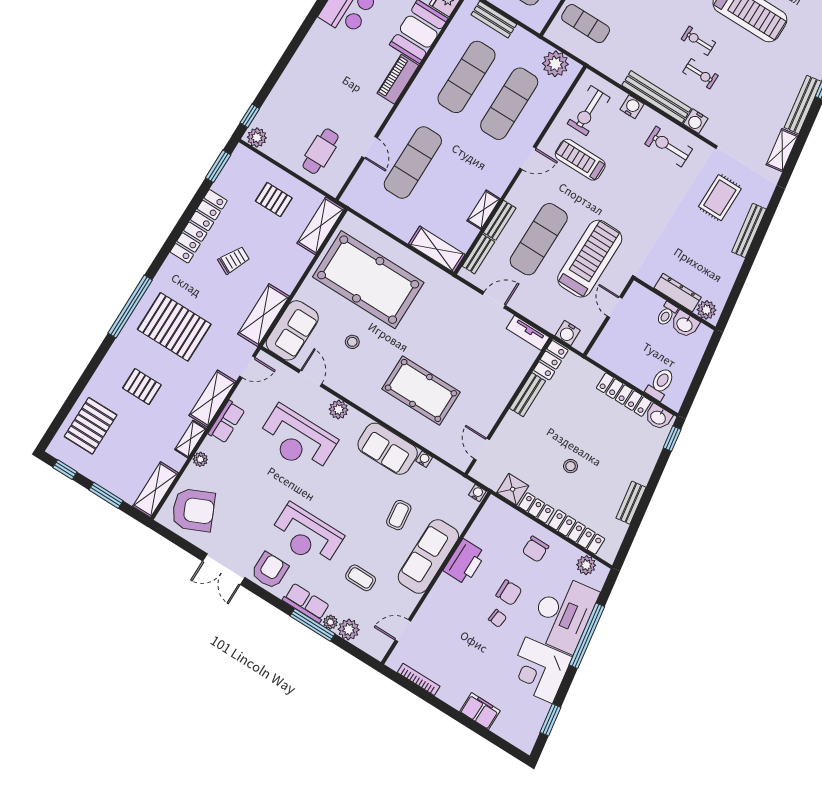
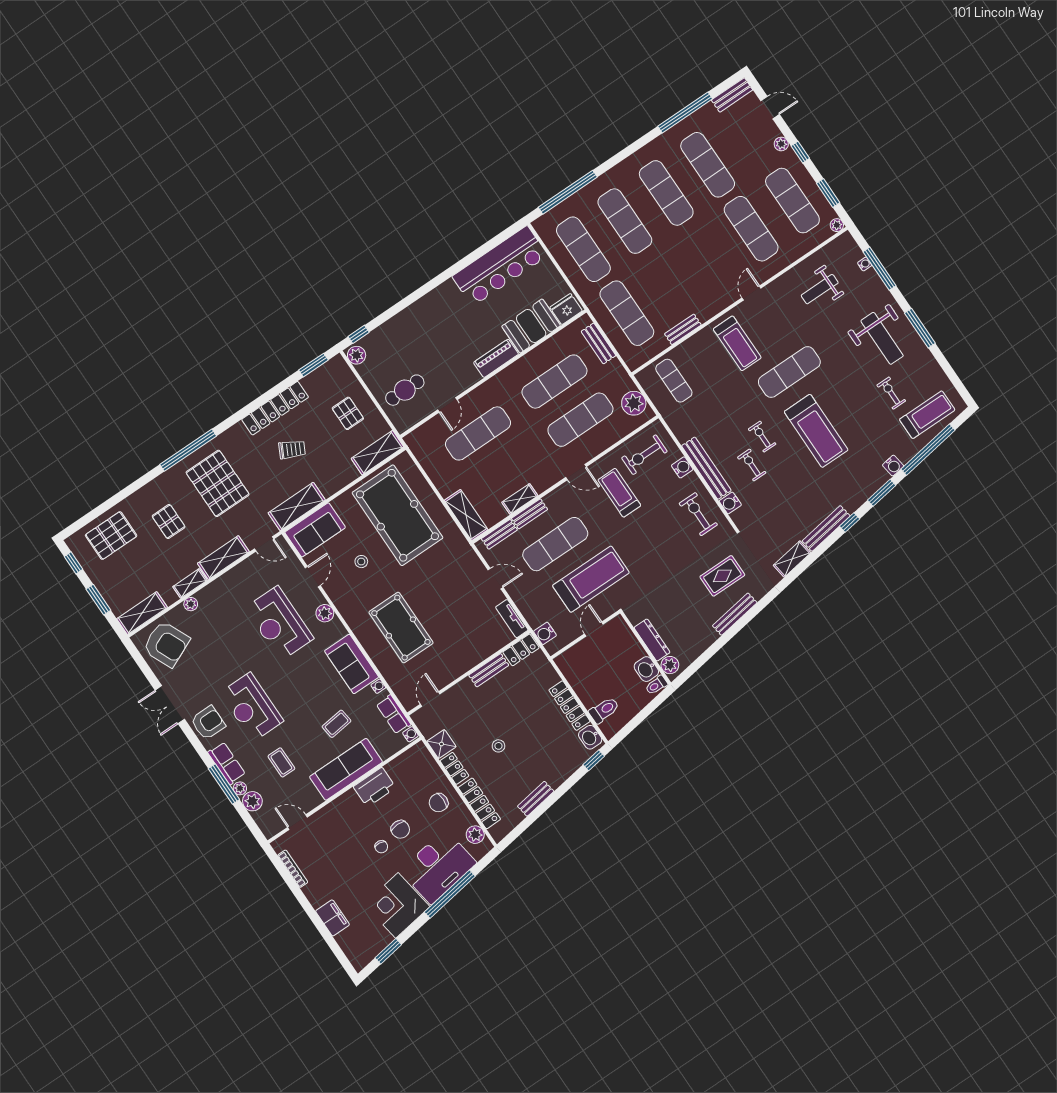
exercise bike: (700, 74) -> (752, 465), turned 180
toilet: (667, 314) -> (656, 685), moved
row of seats: (226, 422) -> (394, 714), moved, turned 90

